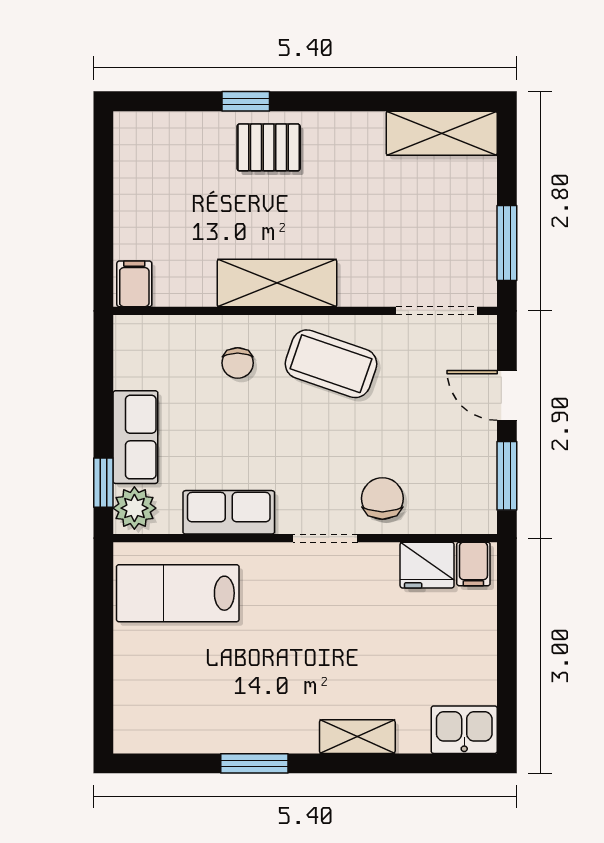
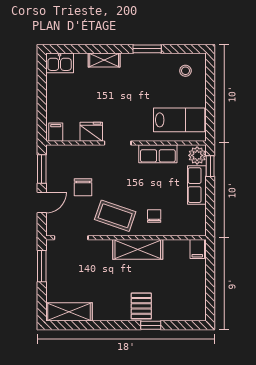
pallet: (269, 147) -> (141, 306), turned 90
door: (507, 395) -> (42, 202), hinge flipped
chair: (382, 498) -> (83, 187), moved
fridge: (427, 565) -> (91, 132), moved
stool: (163, 711) -> (185, 71), added

